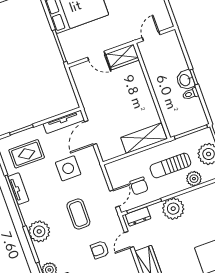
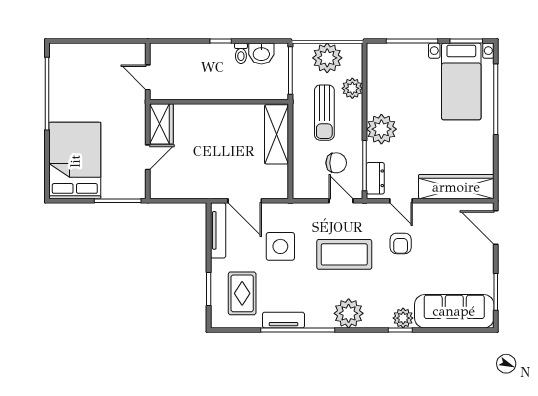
washbasin: (185, 80) -> (261, 54), moved
coffee table: (78, 214) -> (344, 254), width x1.36, depth x1.32

